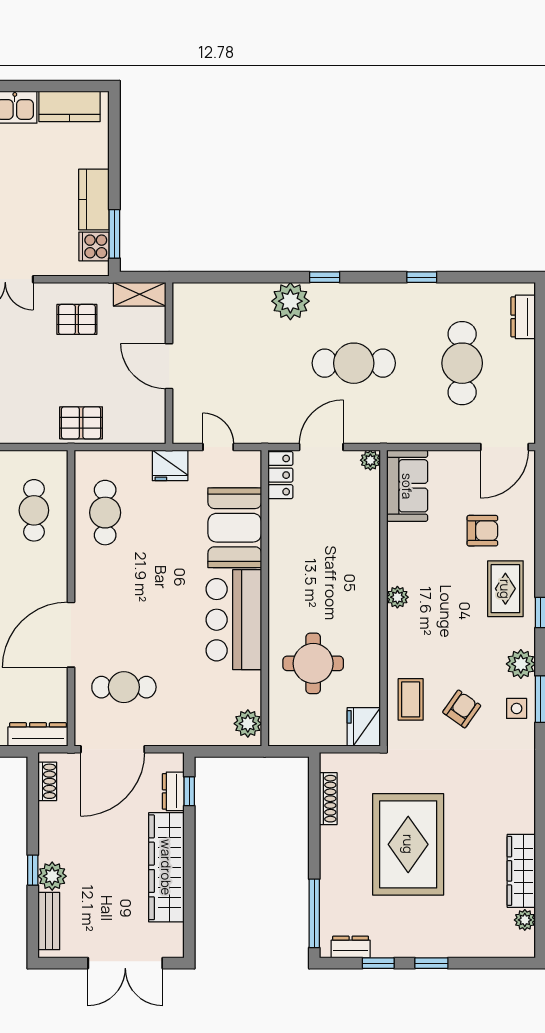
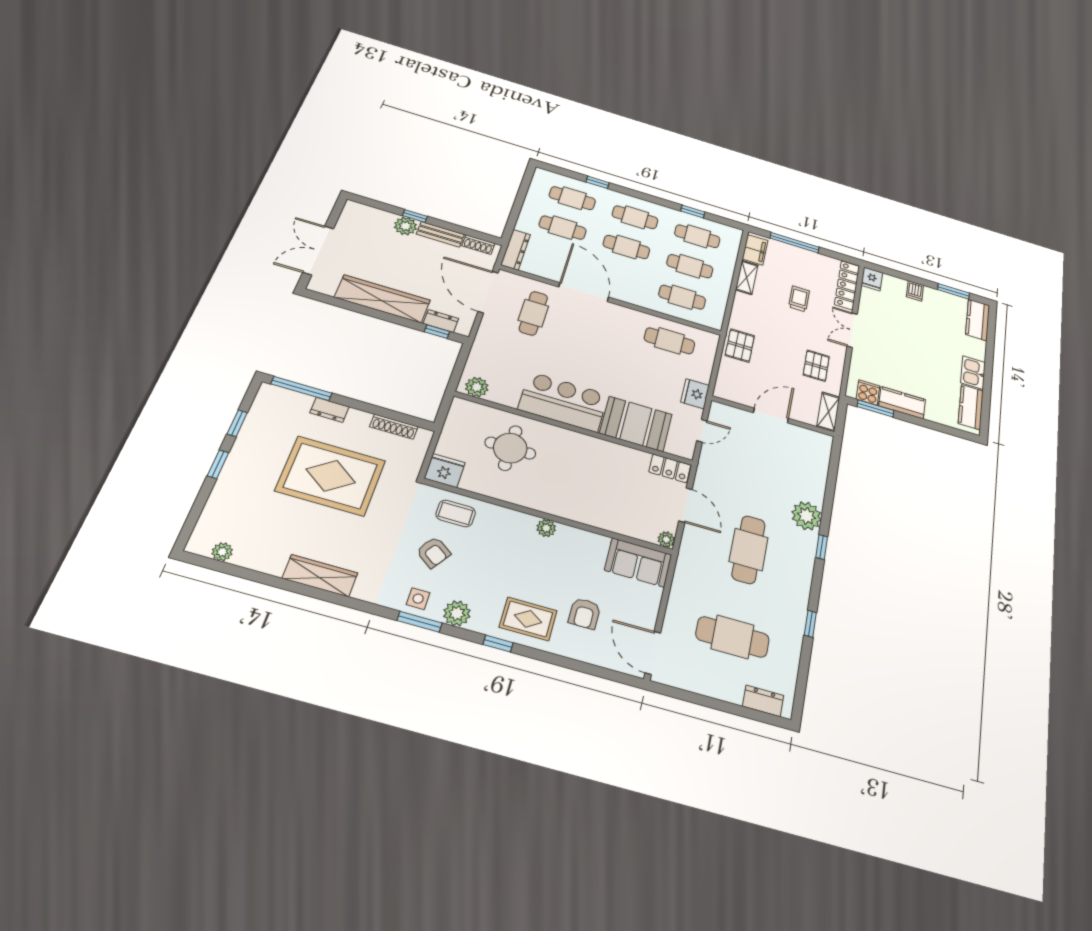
wardrobe: (521, 871) -> (320, 576), moved
bench: (49, 921) -> (440, 234), moved
dresser: (351, 947) -> (329, 410), moved, turned 90

